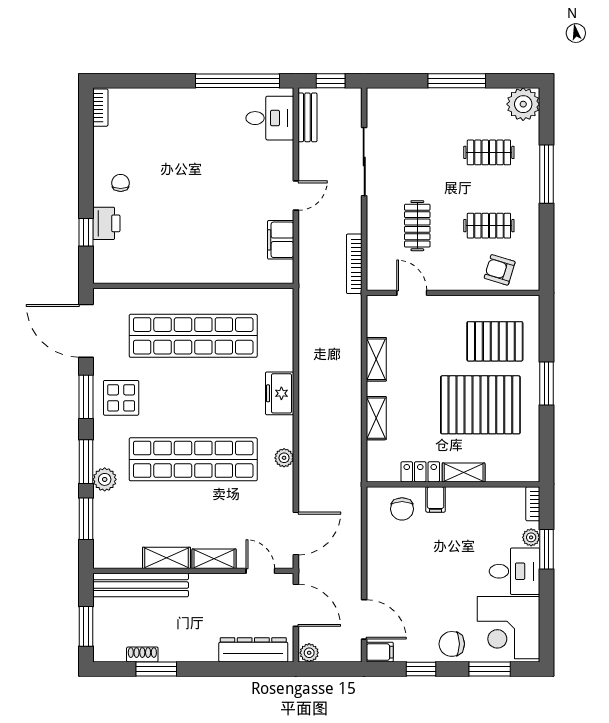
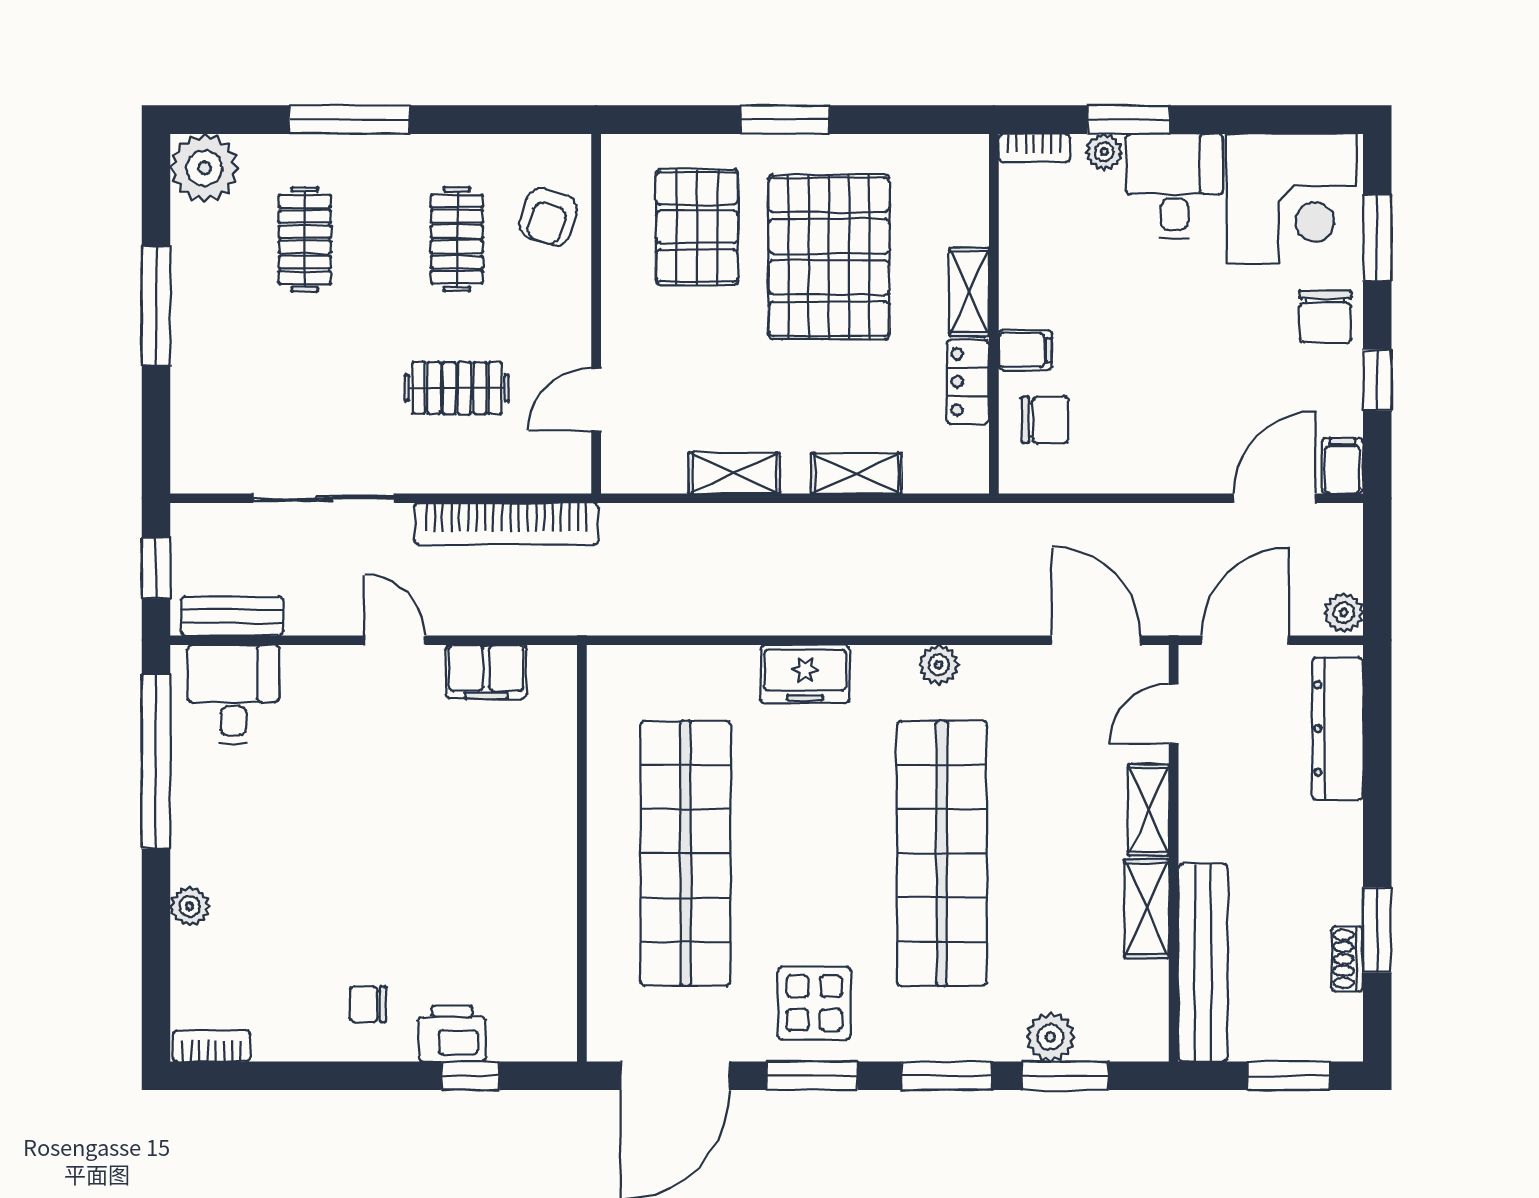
plant: (168, 97) -> (190, 906), added
bookcase: (354, 264) -> (506, 524), width x1.48, depth x1.31
plant: (105, 479) -> (1050, 1037), moved

